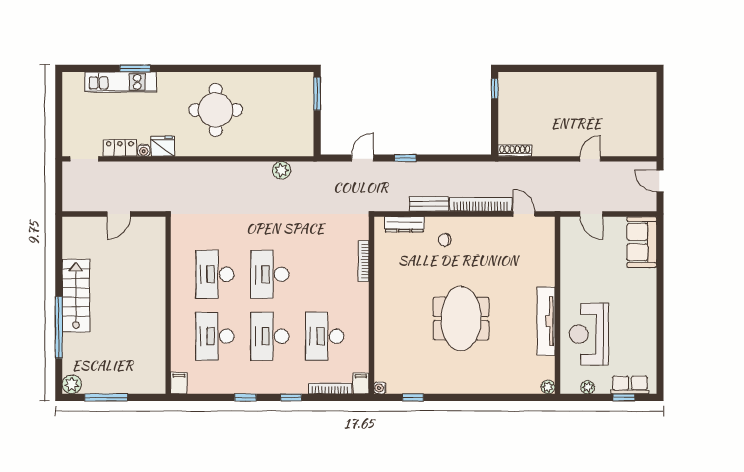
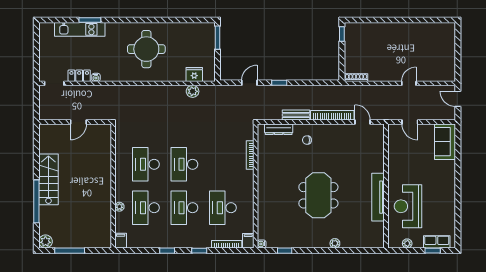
fridge: (163, 146) -> (194, 74), moved
plant: (177, 335) -> (119, 207), added
plant: (548, 387) -> (335, 243), moved

